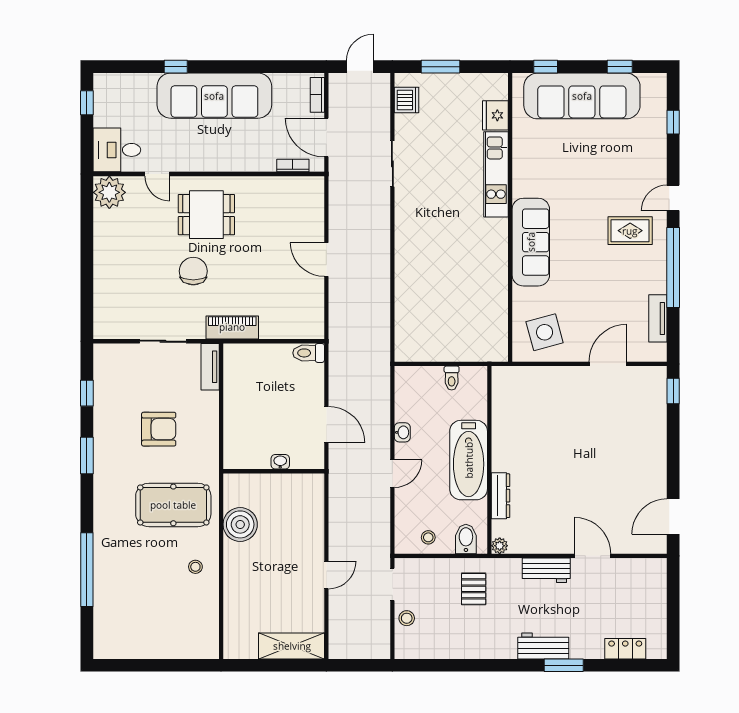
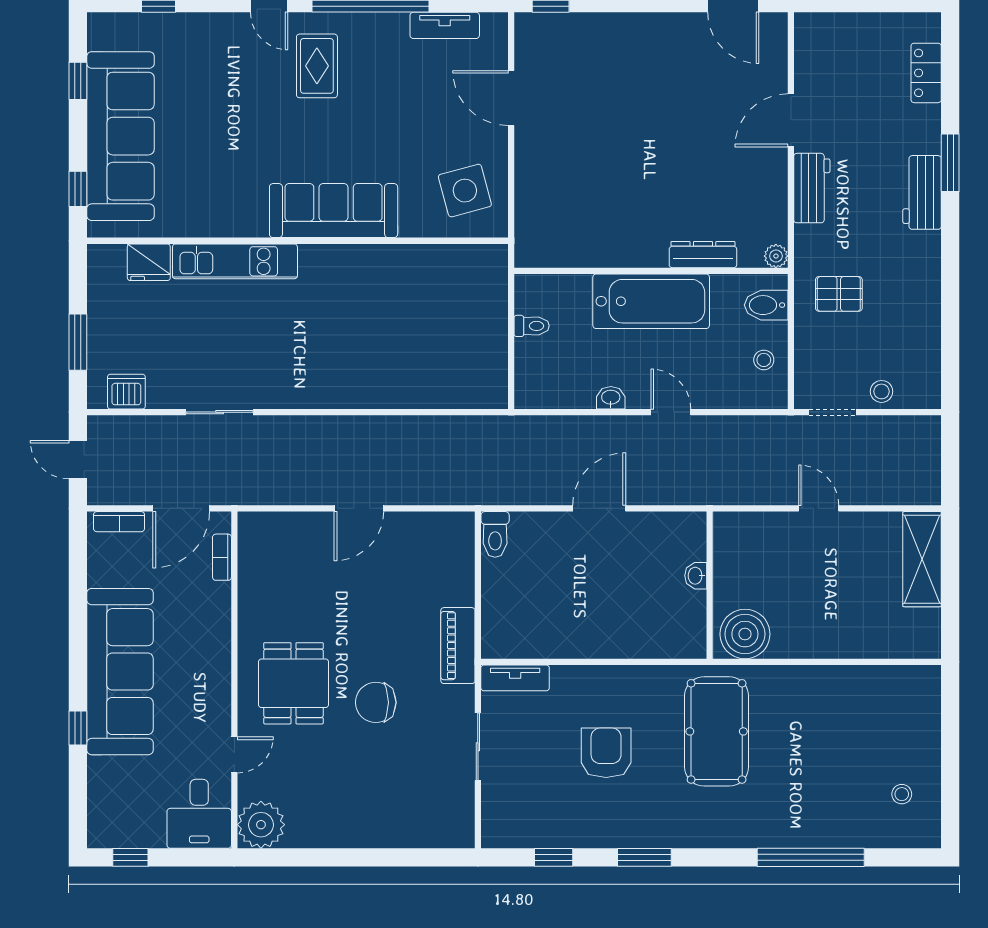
washbasin: (280, 462) -> (696, 576), moved
wall: (274, 471) -> (710, 585), moved
stool: (195, 567) -> (902, 794), moved

